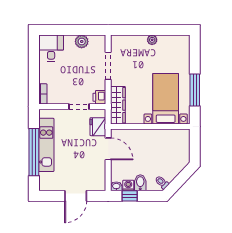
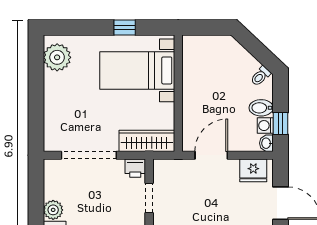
plant: (152, 40) -> (57, 57), moved, width x1.87, depth x1.87
plant: (82, 42) -> (53, 210), moved
doorway: (108, 66) -> (89, 155), width x1.36
window: (195, 90) -> (125, 28), width x0.46
fridge: (98, 127) -> (253, 170), moved

